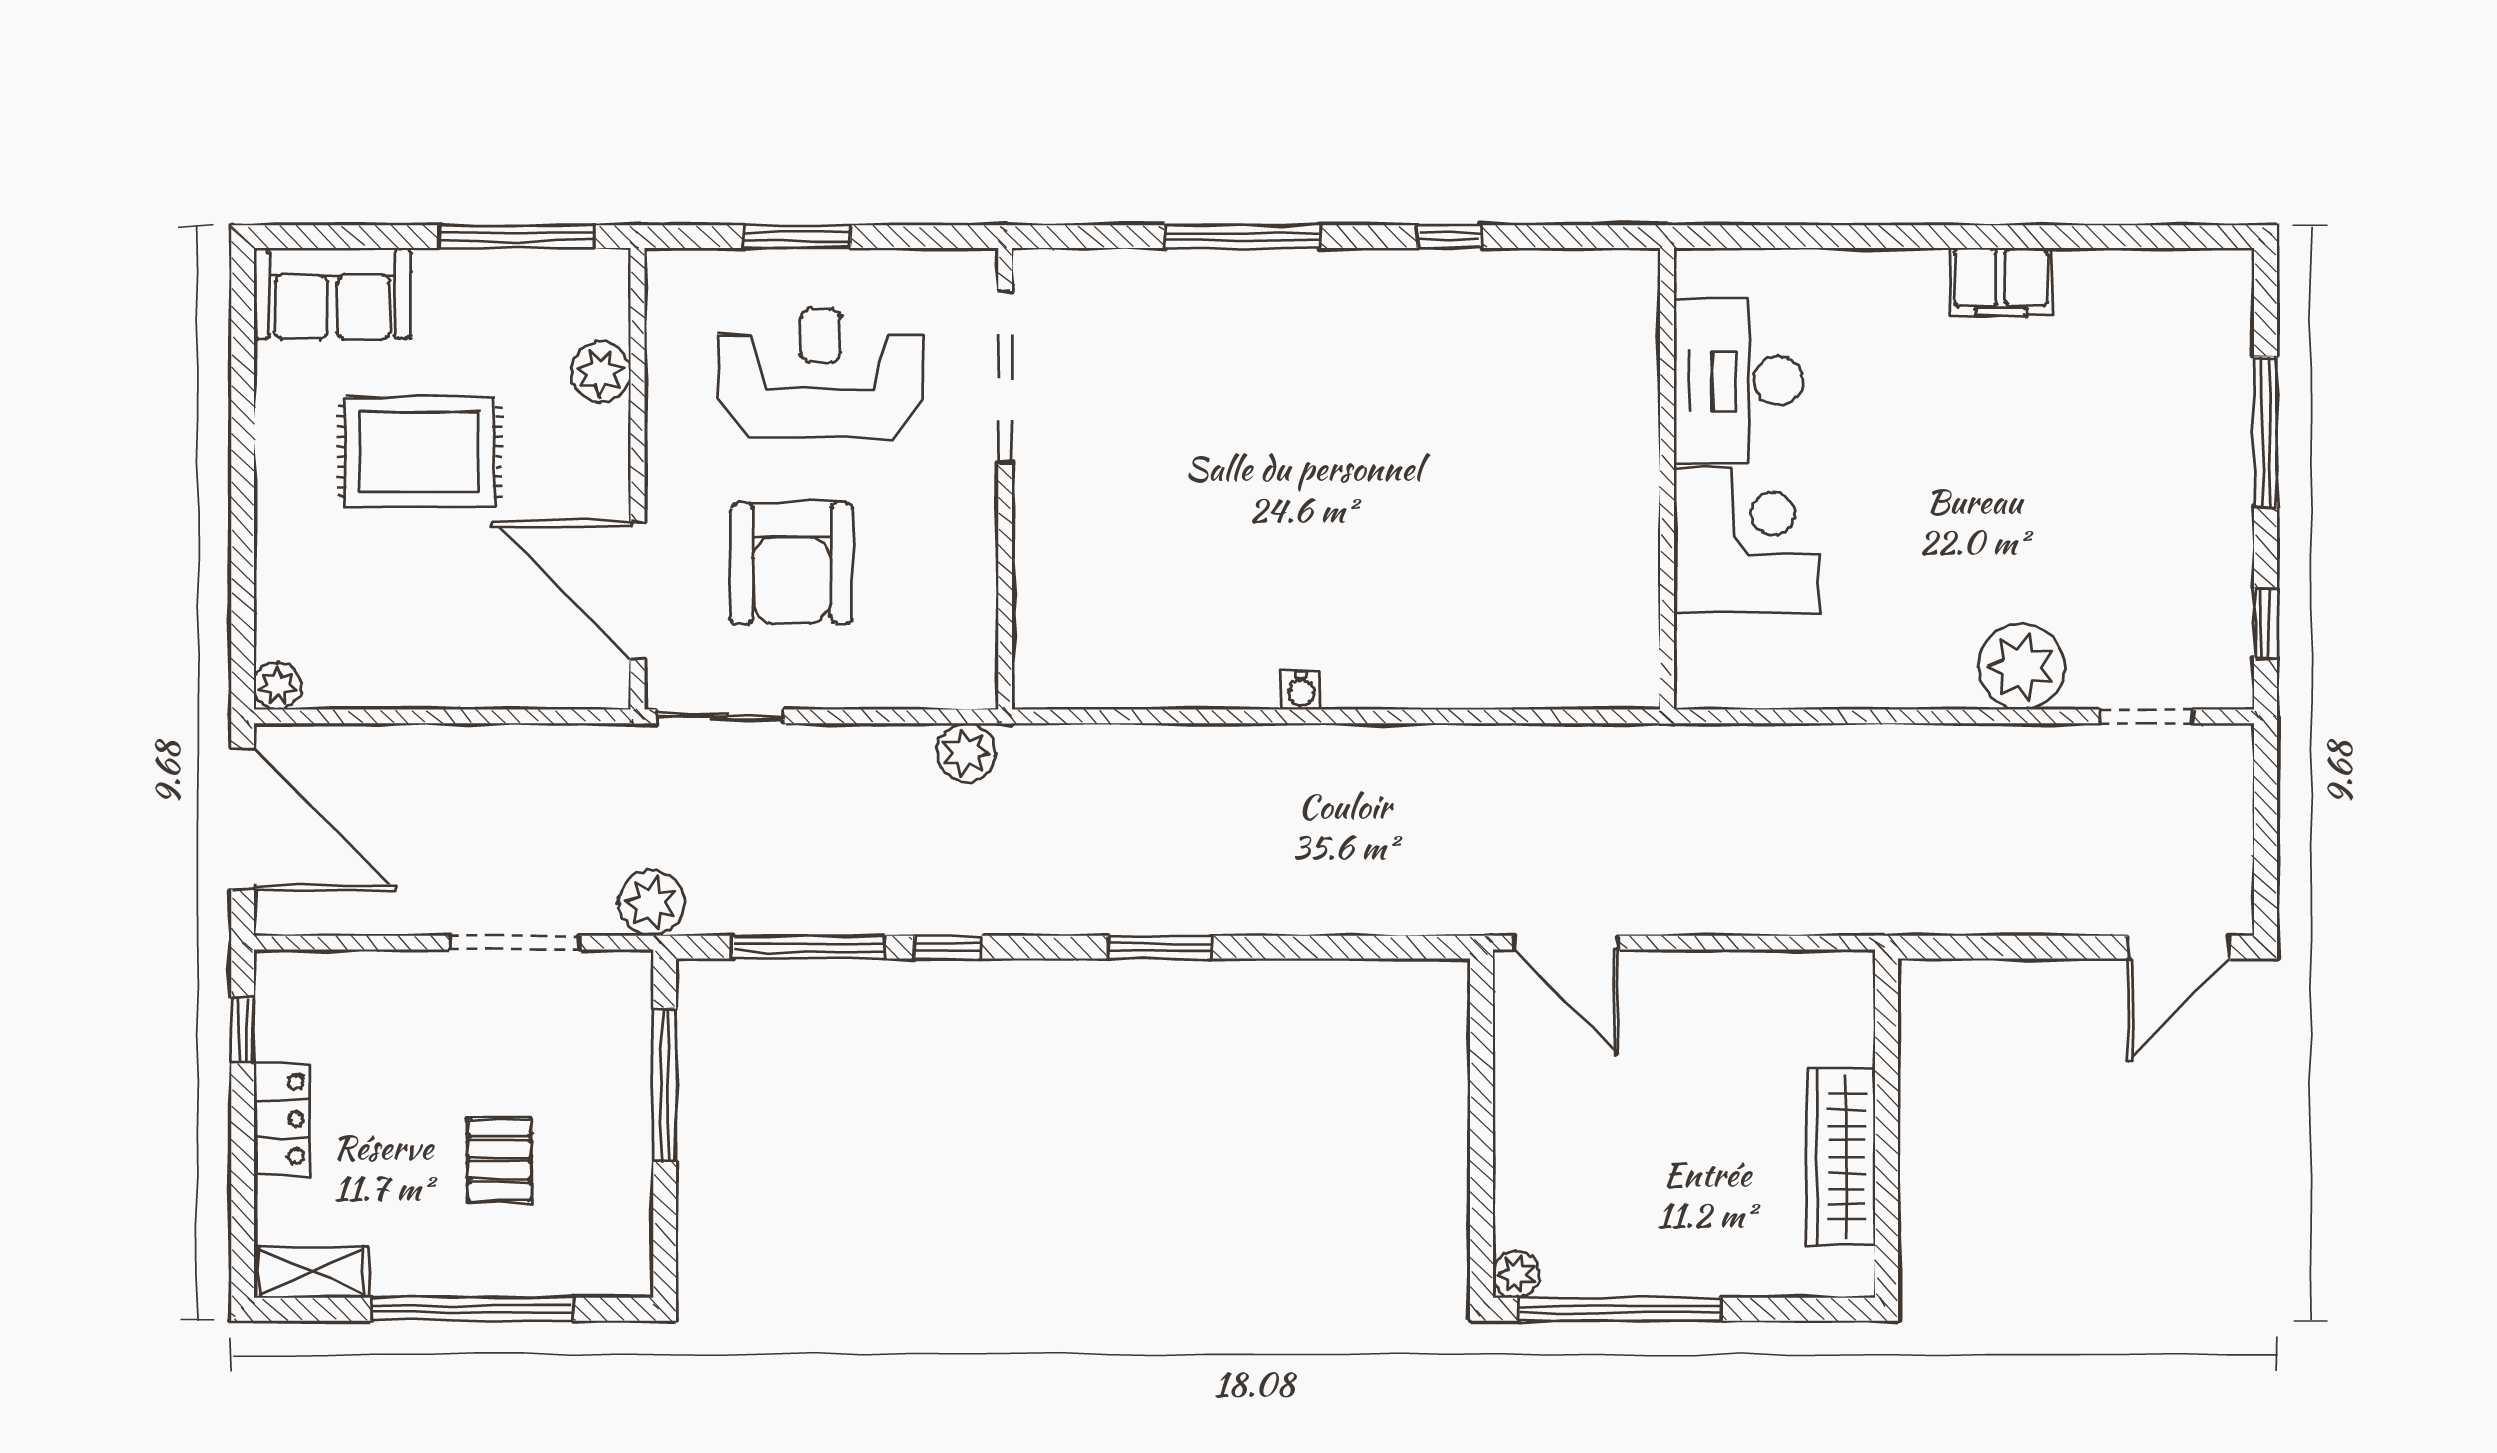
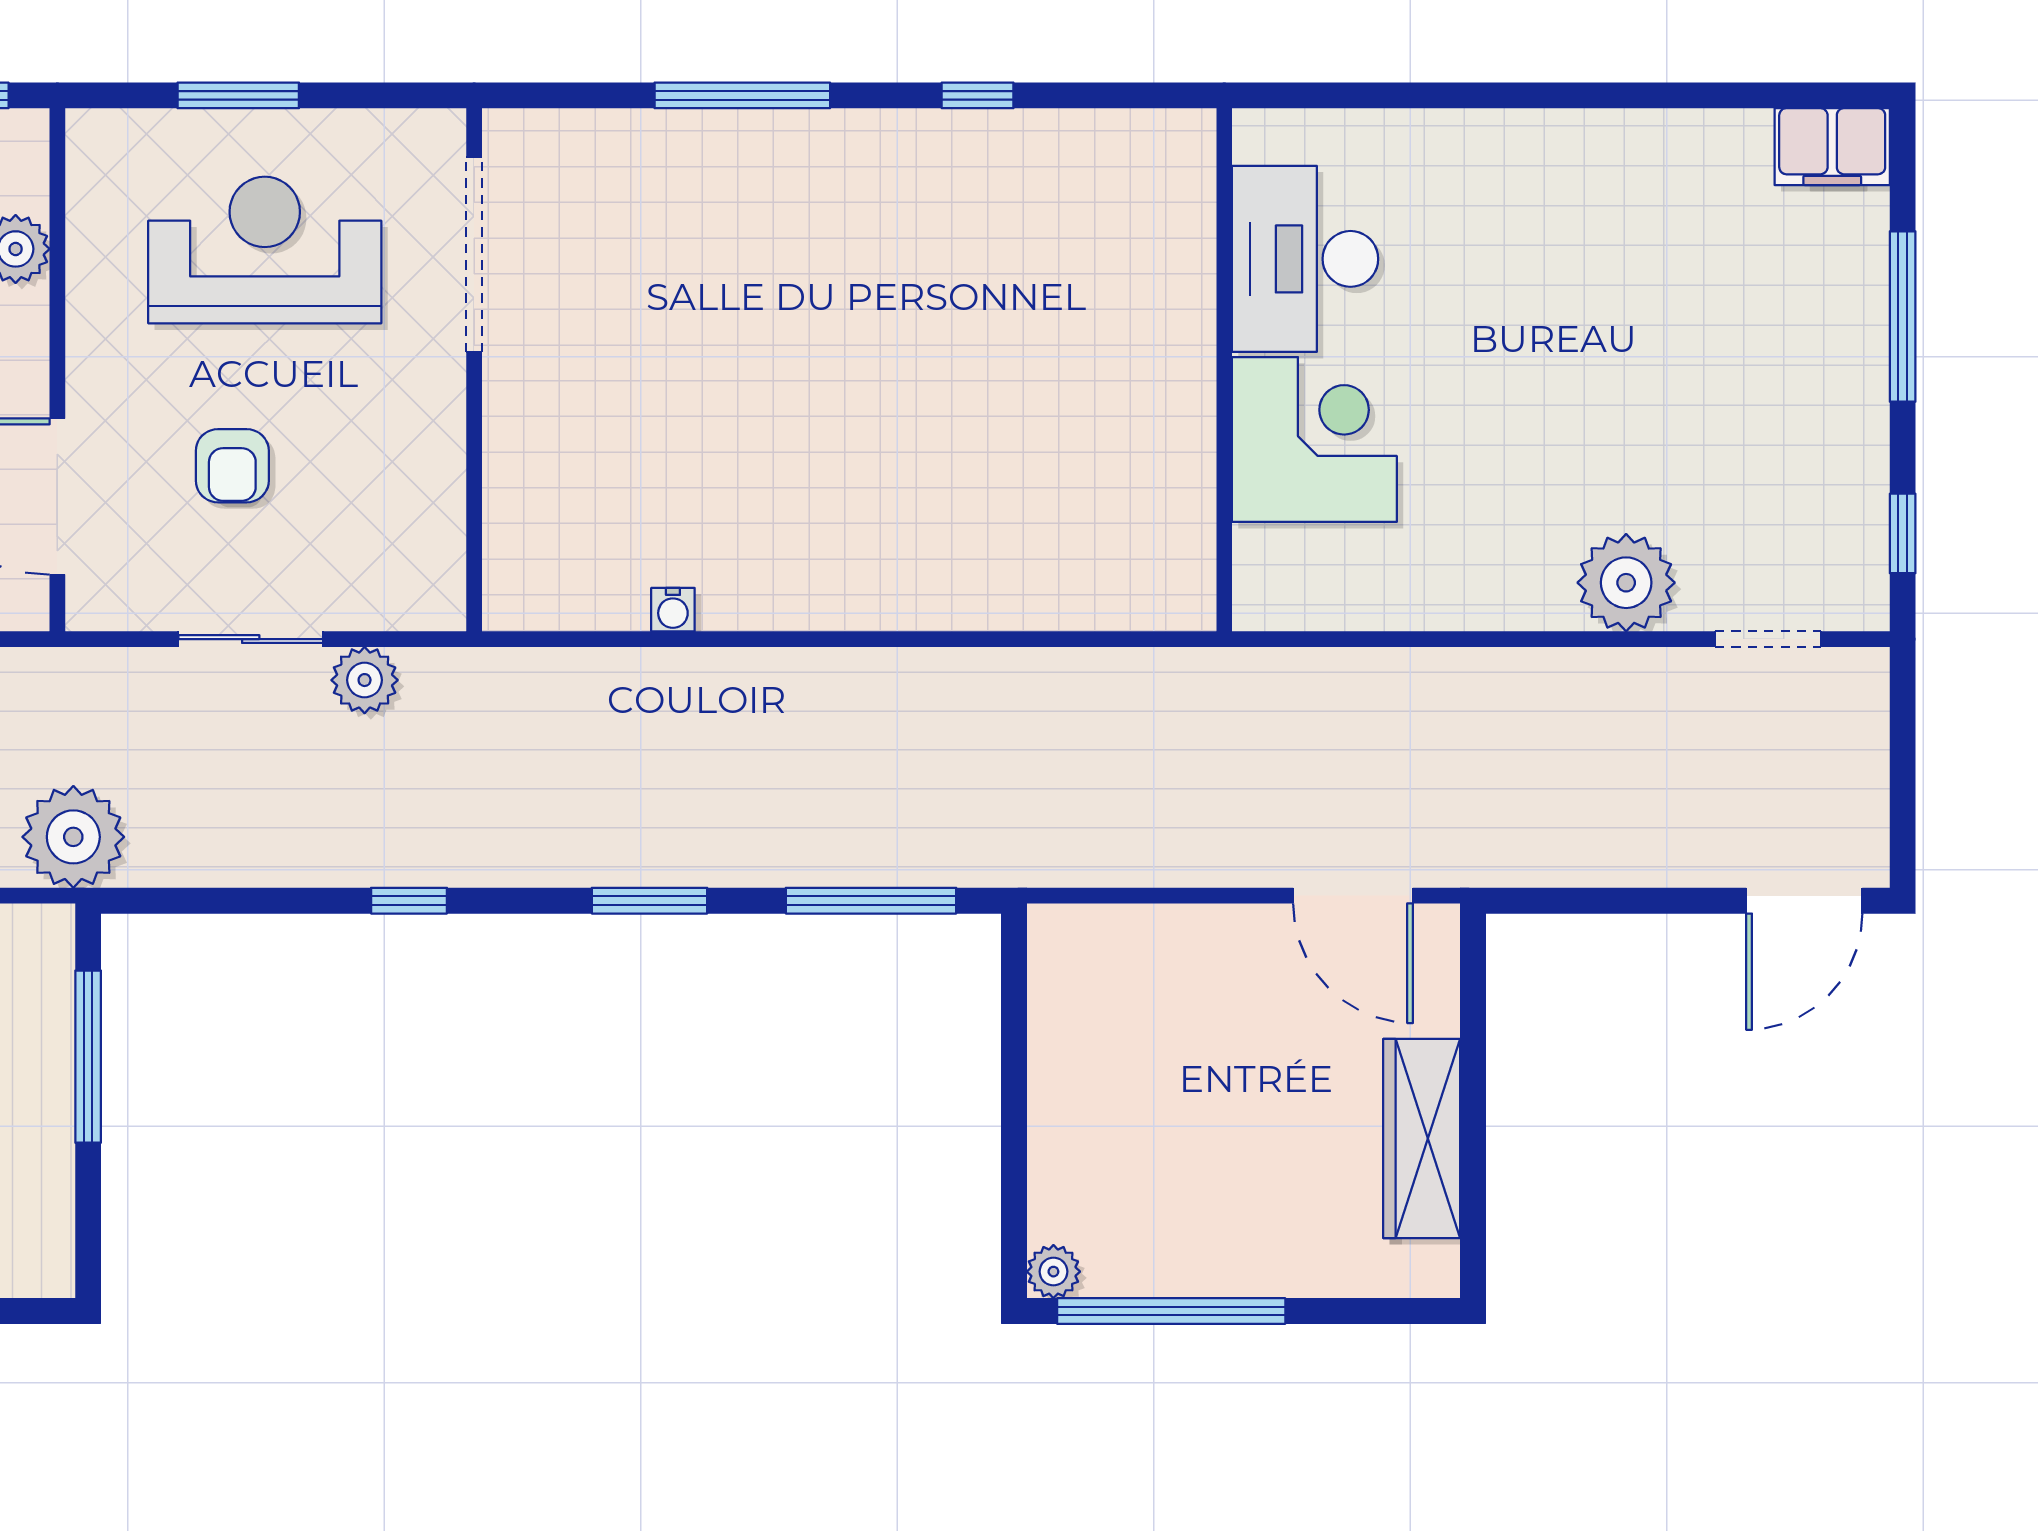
filing cabinet: (2001, 282) -> (1832, 147), moved
armchair: (792, 563) -> (232, 466), width x0.53, depth x0.53
water cooler: (1301, 690) -> (673, 610), moved
sliding door: (720, 716) -> (251, 639), moved
plant: (966, 752) -> (365, 680), moved
plant: (652, 903) -> (73, 837), width x1.36, depth x1.36
door: (1566, 943) -> (1353, 896), moved
window: (808, 947) -> (871, 901), moved

